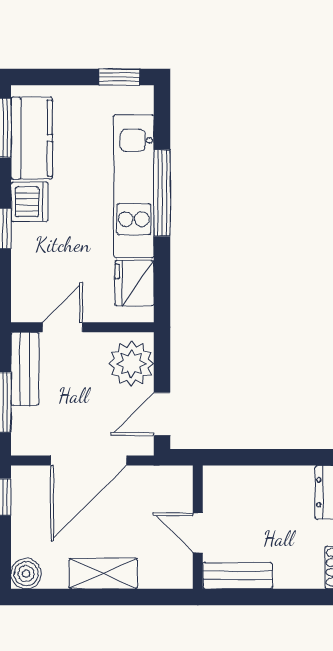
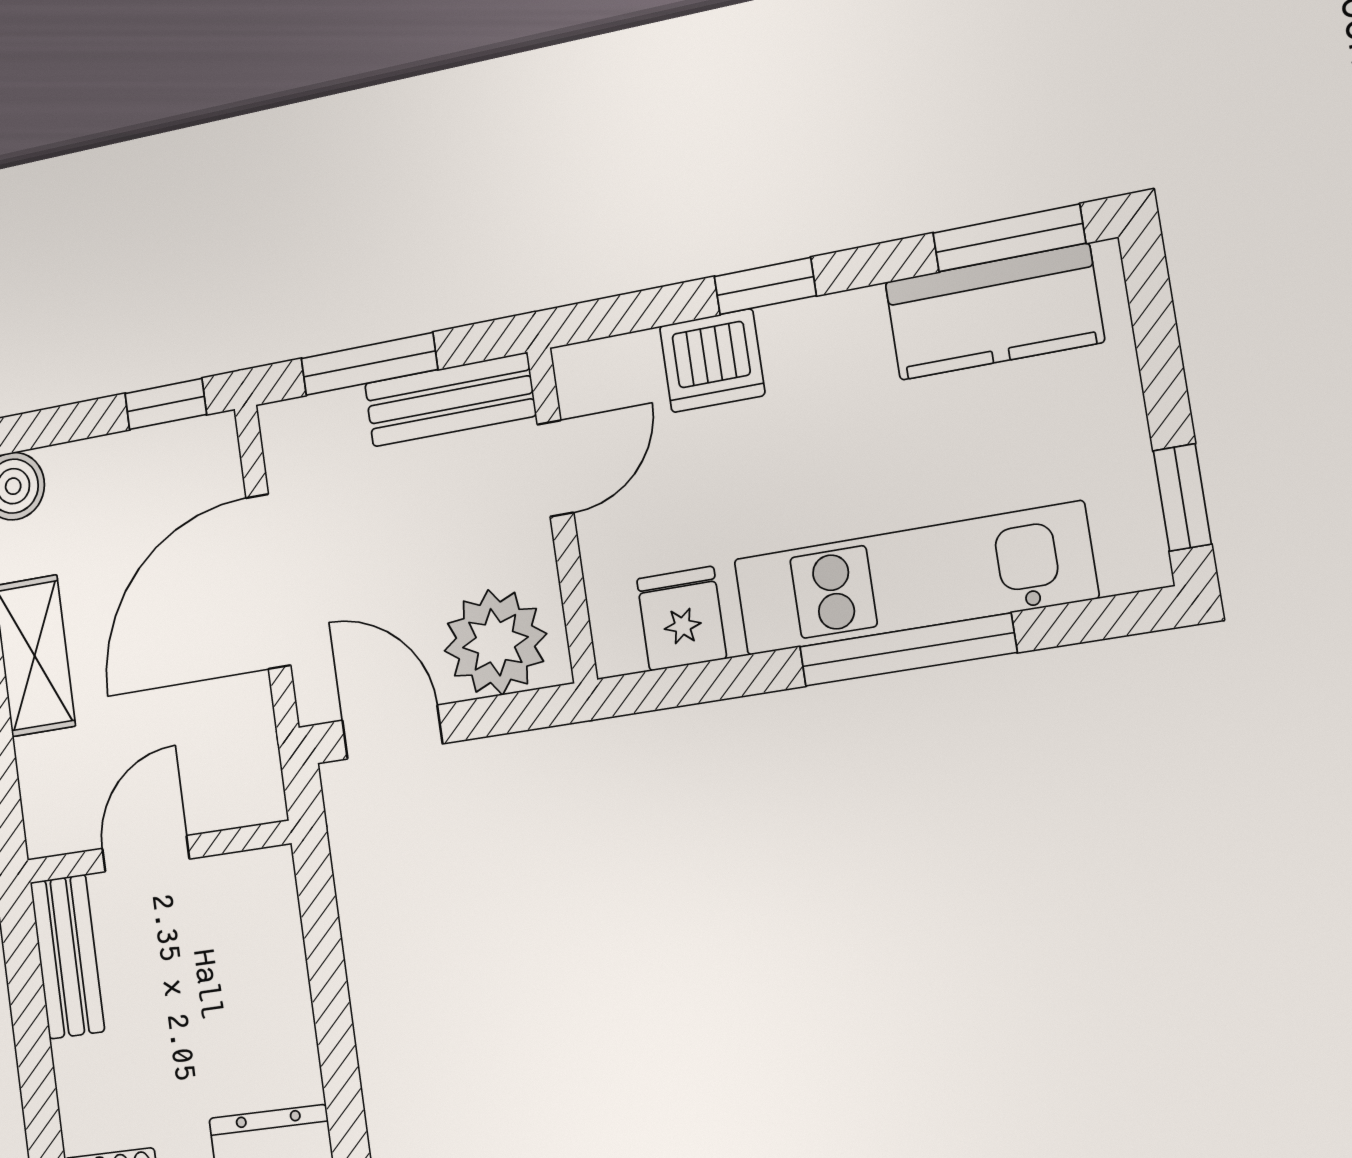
dishwasher: (30, 202) -> (712, 361), moved
fridge: (134, 283) -> (682, 619), width x0.72
door: (62, 327) -> (556, 468), hinge flipped
door: (89, 460) -> (268, 581), hinge flipped

